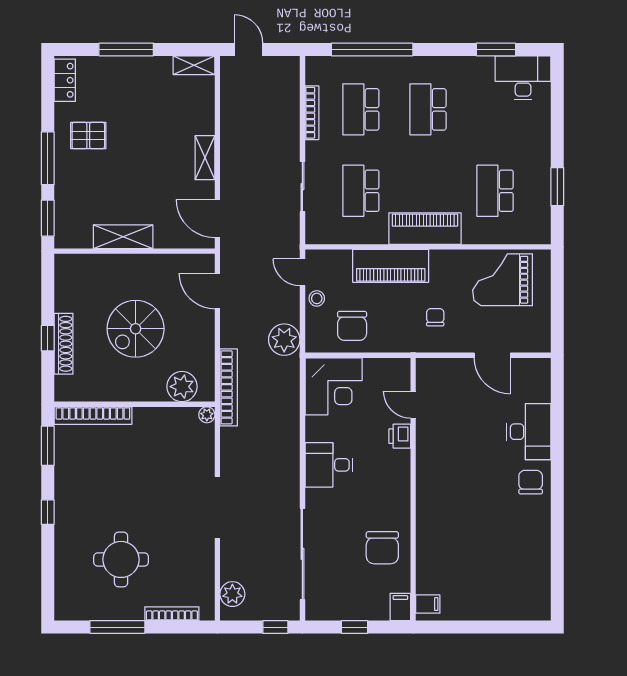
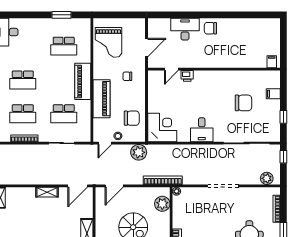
door: (413, 405) -> (171, 69), moved
printer: (400, 436) -> (187, 76), moved
wall: (413, 489) -> (214, 69), moved
filing cabinet: (428, 604) -> (272, 62), moved

